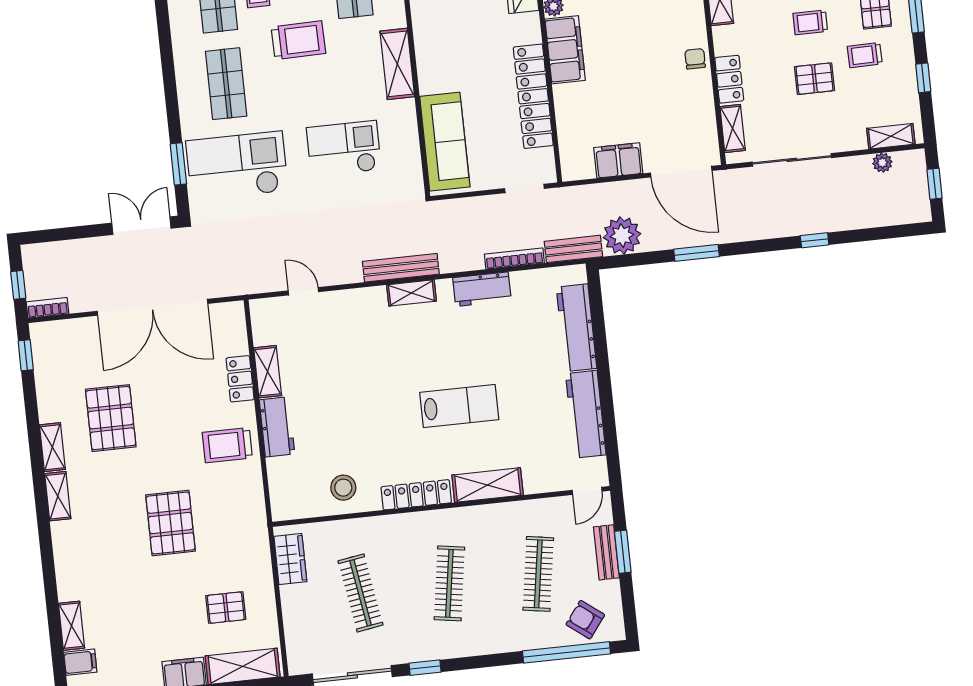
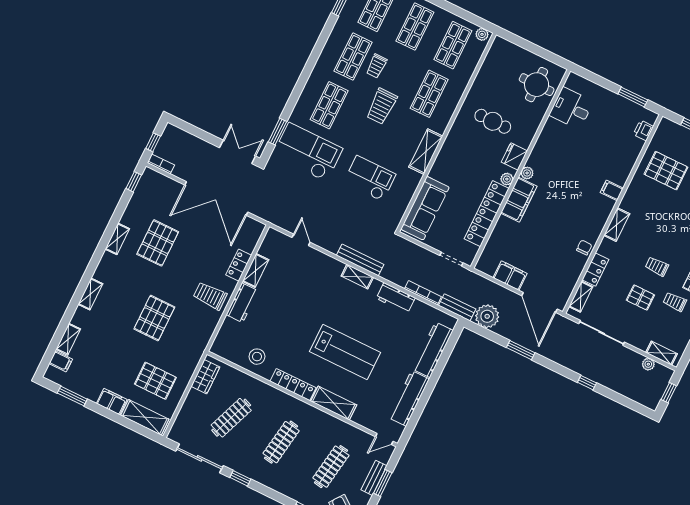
plant: (531, 32) -> (507, 179), added
trolley: (298, 40) -> (382, 106), turned 91
lab bench: (459, 406) -> (345, 352), width x1.36, depth x1.39
shelving: (58, 496) -> (90, 294), moved
clothes rail: (361, 593) -> (231, 418), turned 30
pallet: (226, 608) -> (155, 381), width x1.50, depth x1.42

